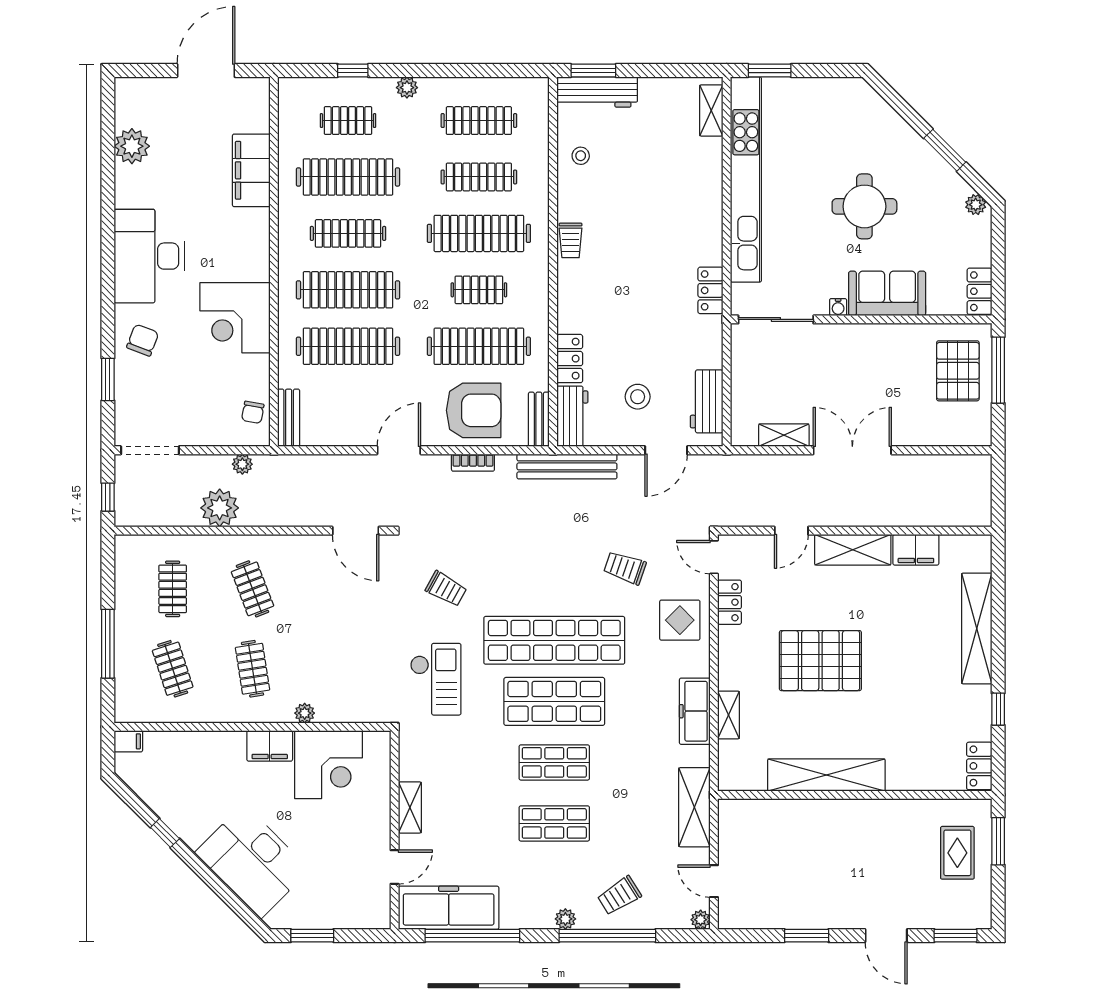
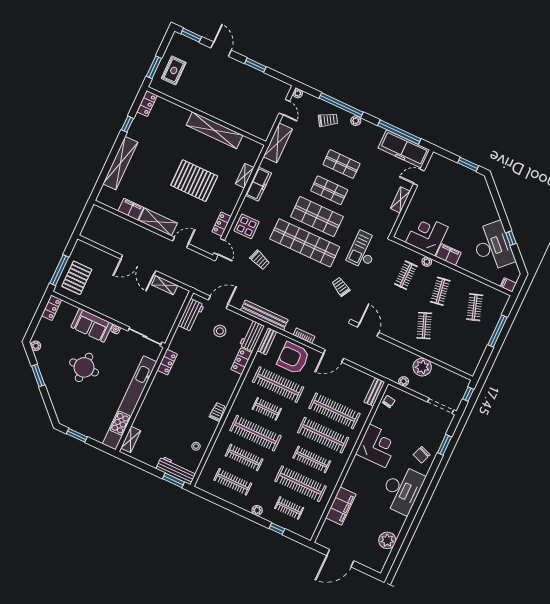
window: (770, 70) -> (77, 435), moved
clothes rail: (173, 589) -> (406, 275), moved
desk: (252, 861) -> (493, 246), moved

